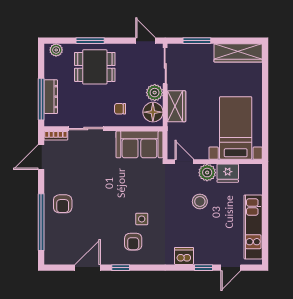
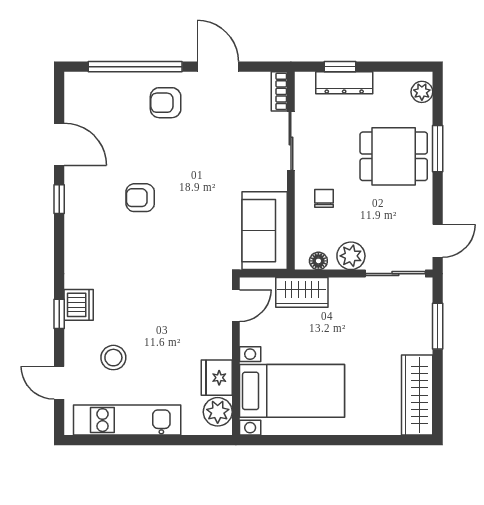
dining table: (95, 67) -> (394, 156), turned 90
window: (41, 99) -> (340, 67), width x0.46
wardrobe: (177, 106) -> (302, 292), moved
floor lamp: (153, 112) -> (318, 261), width x0.53, depth x0.53
door: (41, 157) -> (218, 67), moved
plant: (207, 173) -> (218, 412), moved
stool: (200, 201) -> (113, 358), moved
side table: (142, 219) -> (140, 234), removed
armchair: (133, 242) -> (140, 198), moved
window: (203, 268) -> (59, 314), moved

